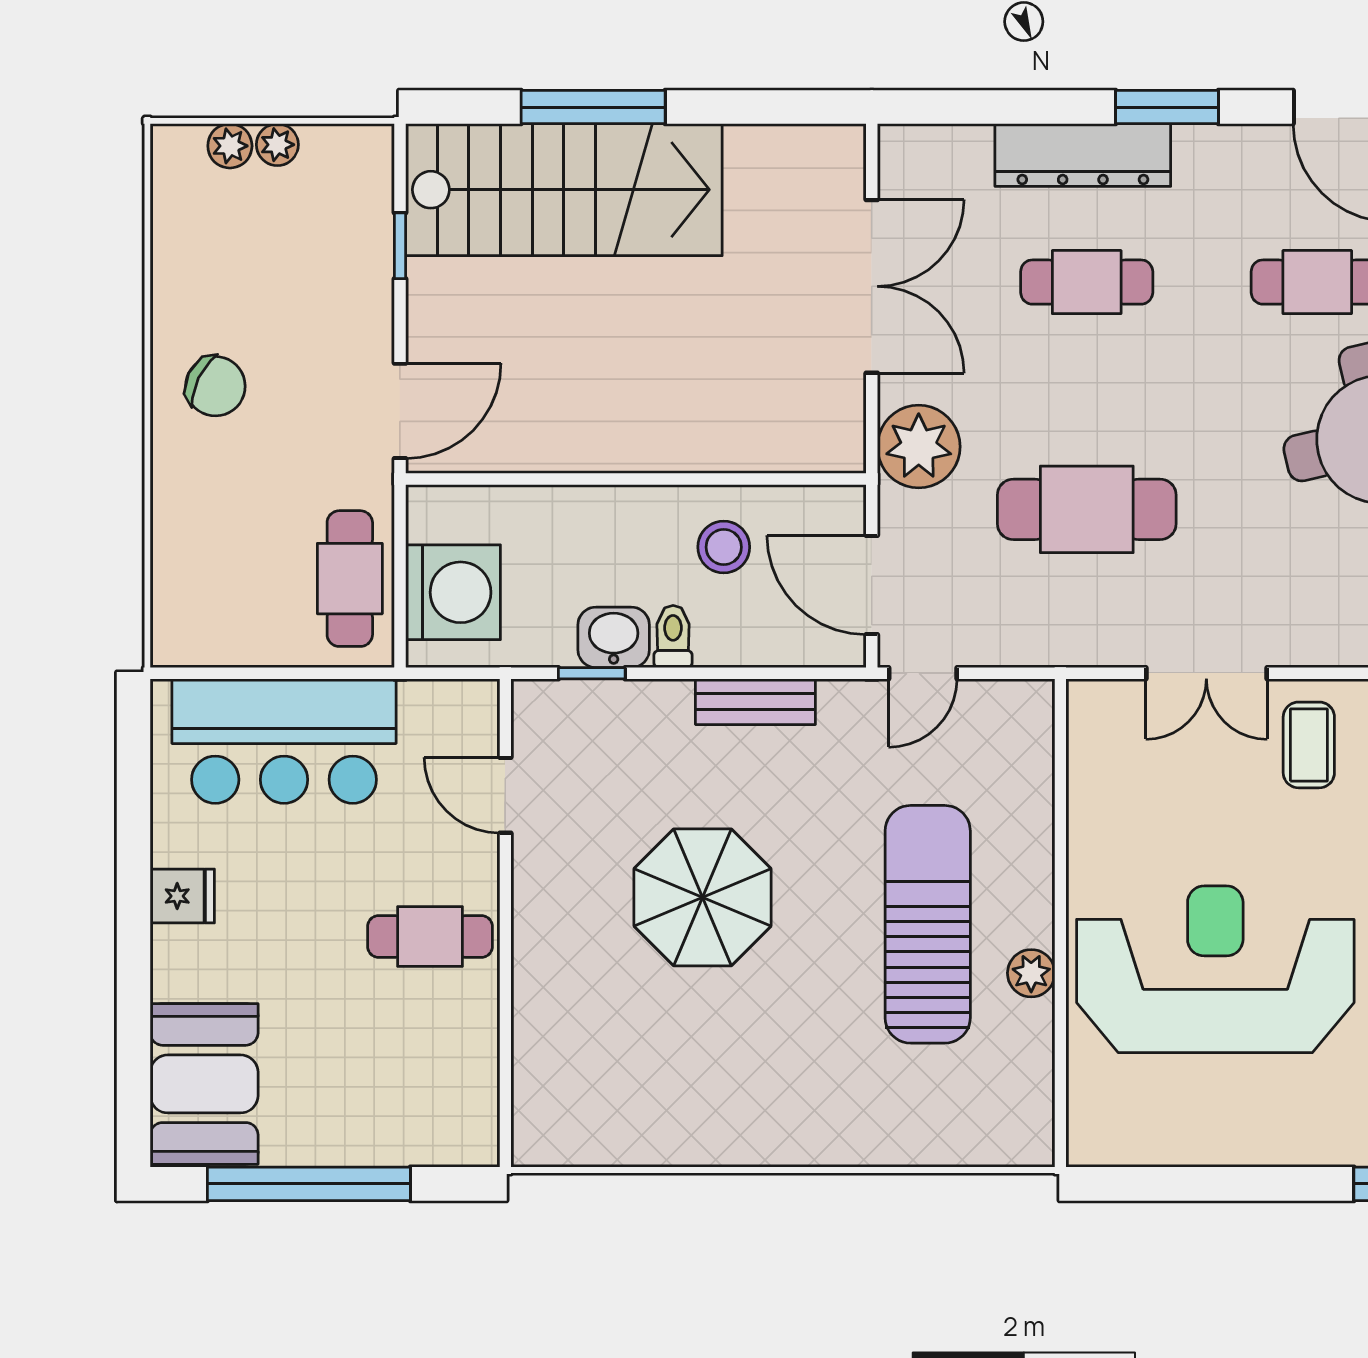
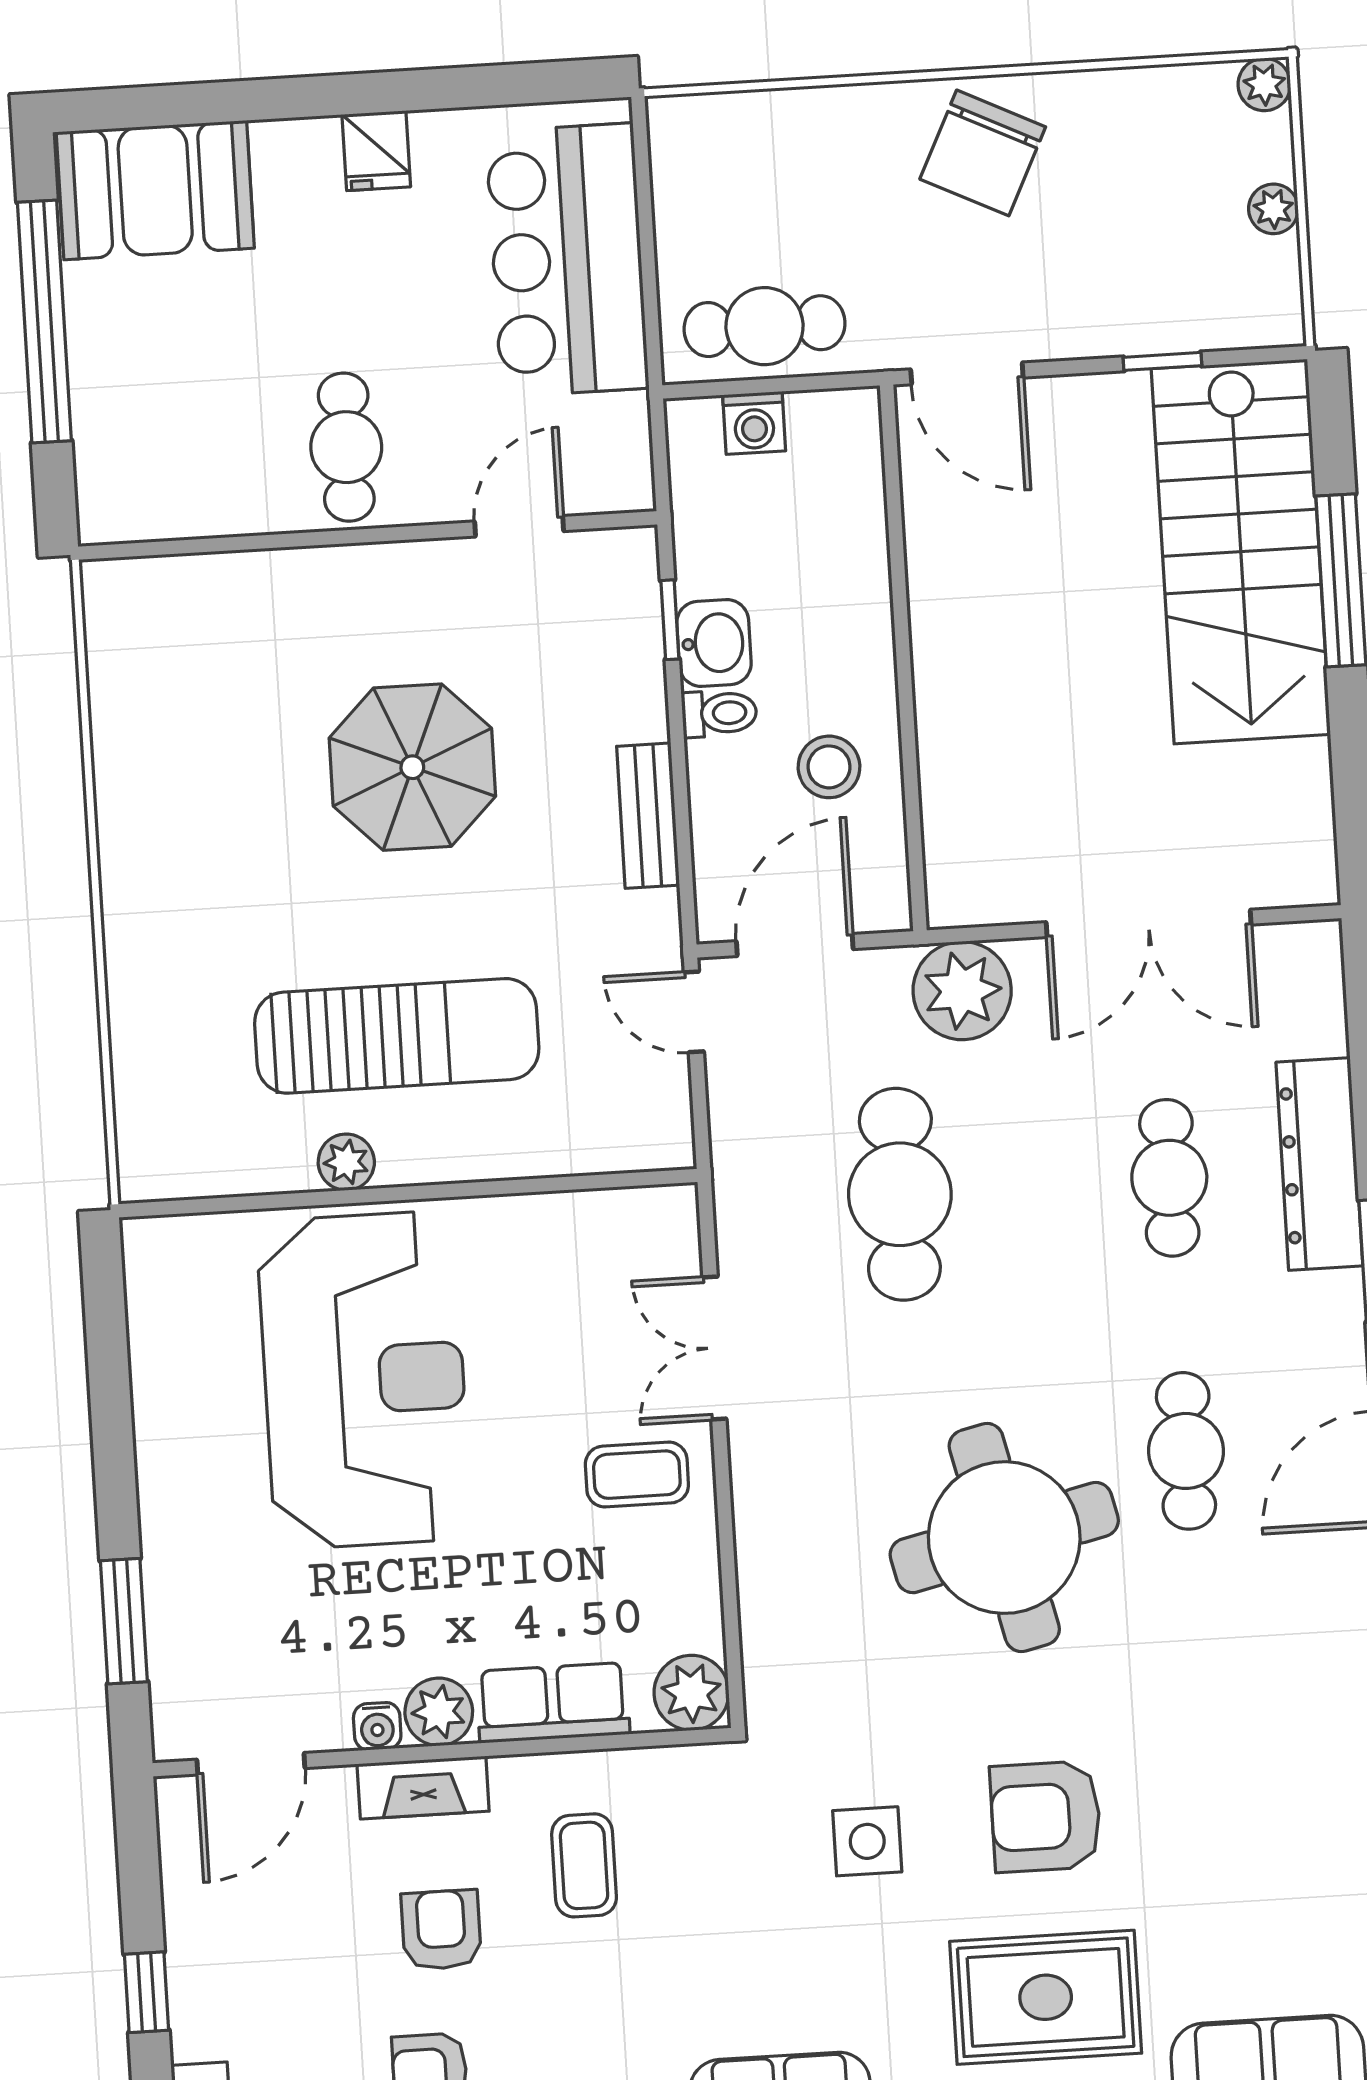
plant: (230, 146) -> (1264, 84), moved
chair: (215, 386) -> (983, 153), width x1.37, depth x1.37
washing machine: (453, 592) -> (754, 423), width x0.53, depth x0.53

